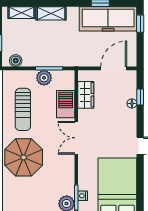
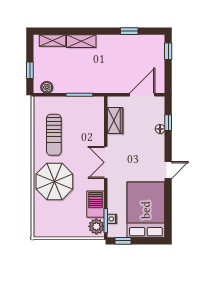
freezer: (108, 19) -> (137, 47), removed
plant: (44, 78) -> (74, 104), removed
barbecue: (66, 104) -> (95, 204), moved

